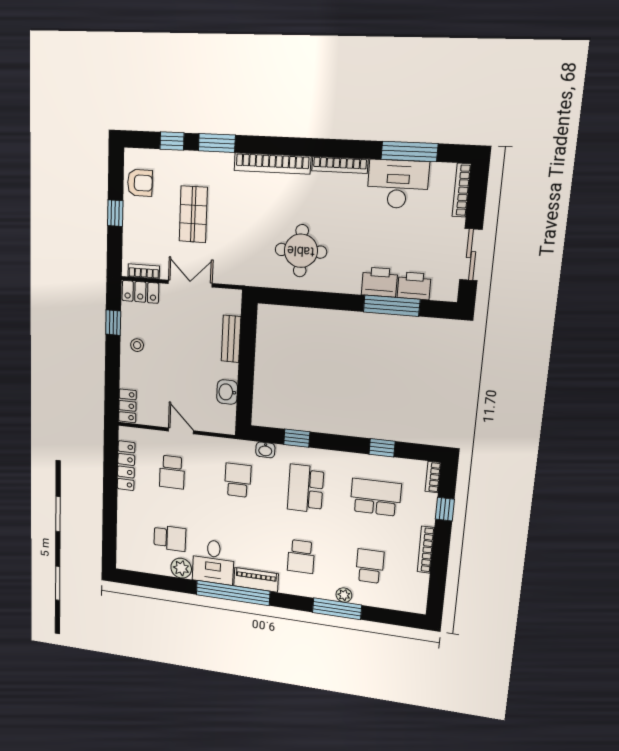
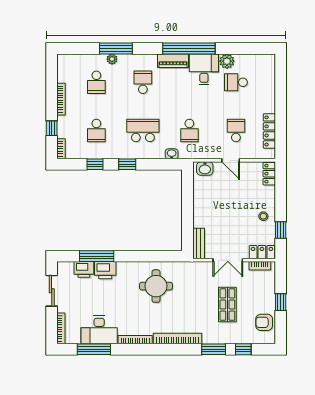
bench: (231, 339) -> (199, 243), moved
washbasin: (227, 392) -> (205, 168), moved, turned 90
window: (297, 438) -> (127, 164), moved
school desk: (306, 489) -> (143, 130), turned -90
school desk: (376, 497) -> (96, 130), width x0.54

